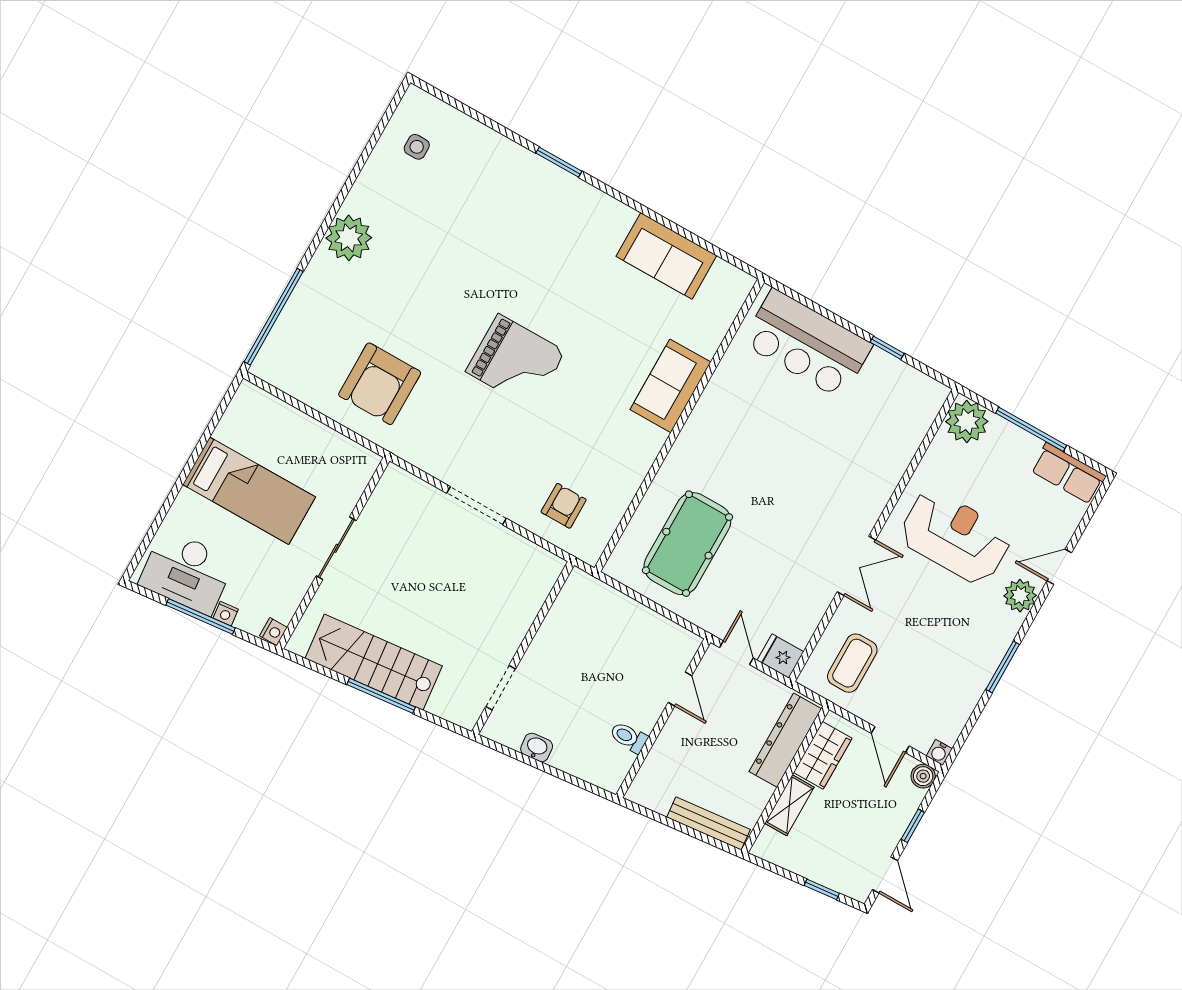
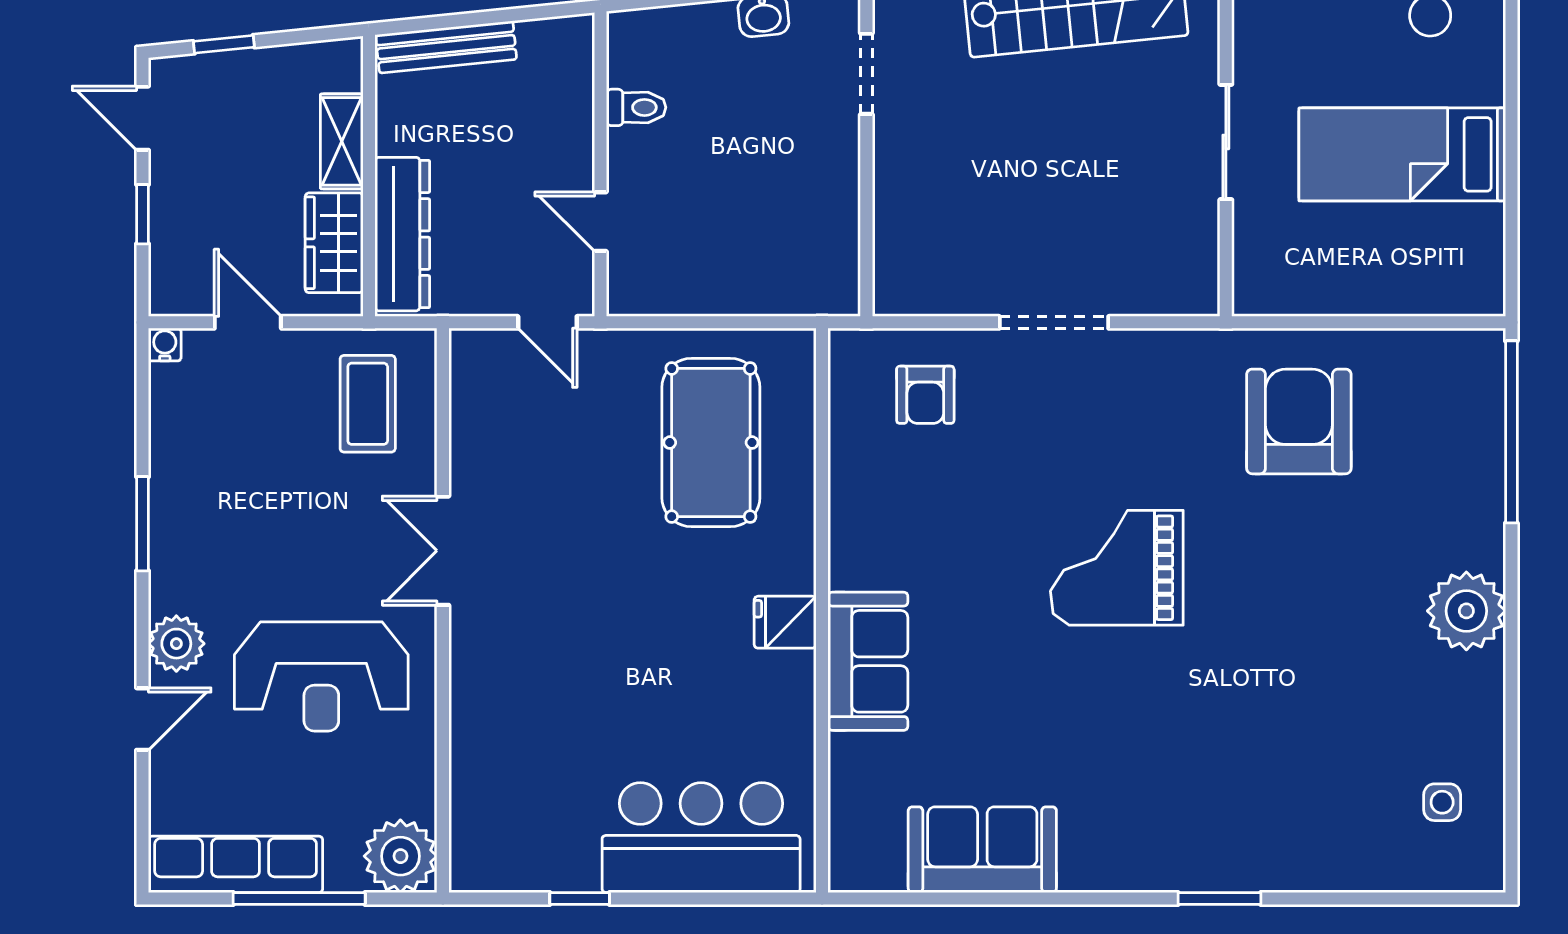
row of seats: (1068, 473) -> (236, 864), width x1.48
fridge: (780, 656) -> (785, 622), moved, turned 180
boiler: (923, 776) -> (169, 296), removed

